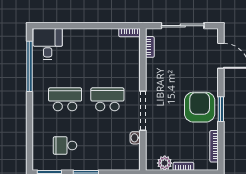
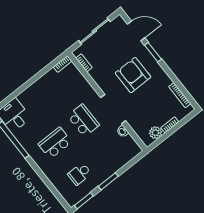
school desk: (107, 99) -> (83, 120), turned 90
armchair: (200, 107) -> (133, 75), moved
window: (221, 109) -> (153, 52), moved

